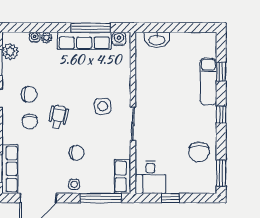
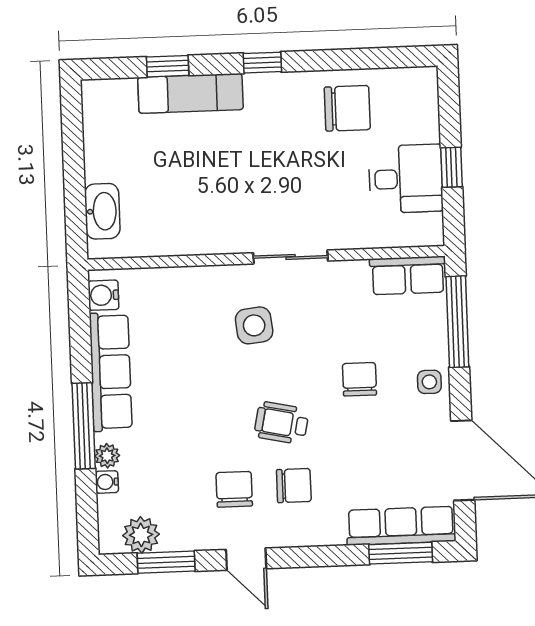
window: (91, 28) -> (84, 426), moved
window: (221, 173) -> (392, 58), removed
desk: (150, 177) -> (406, 179), moved

